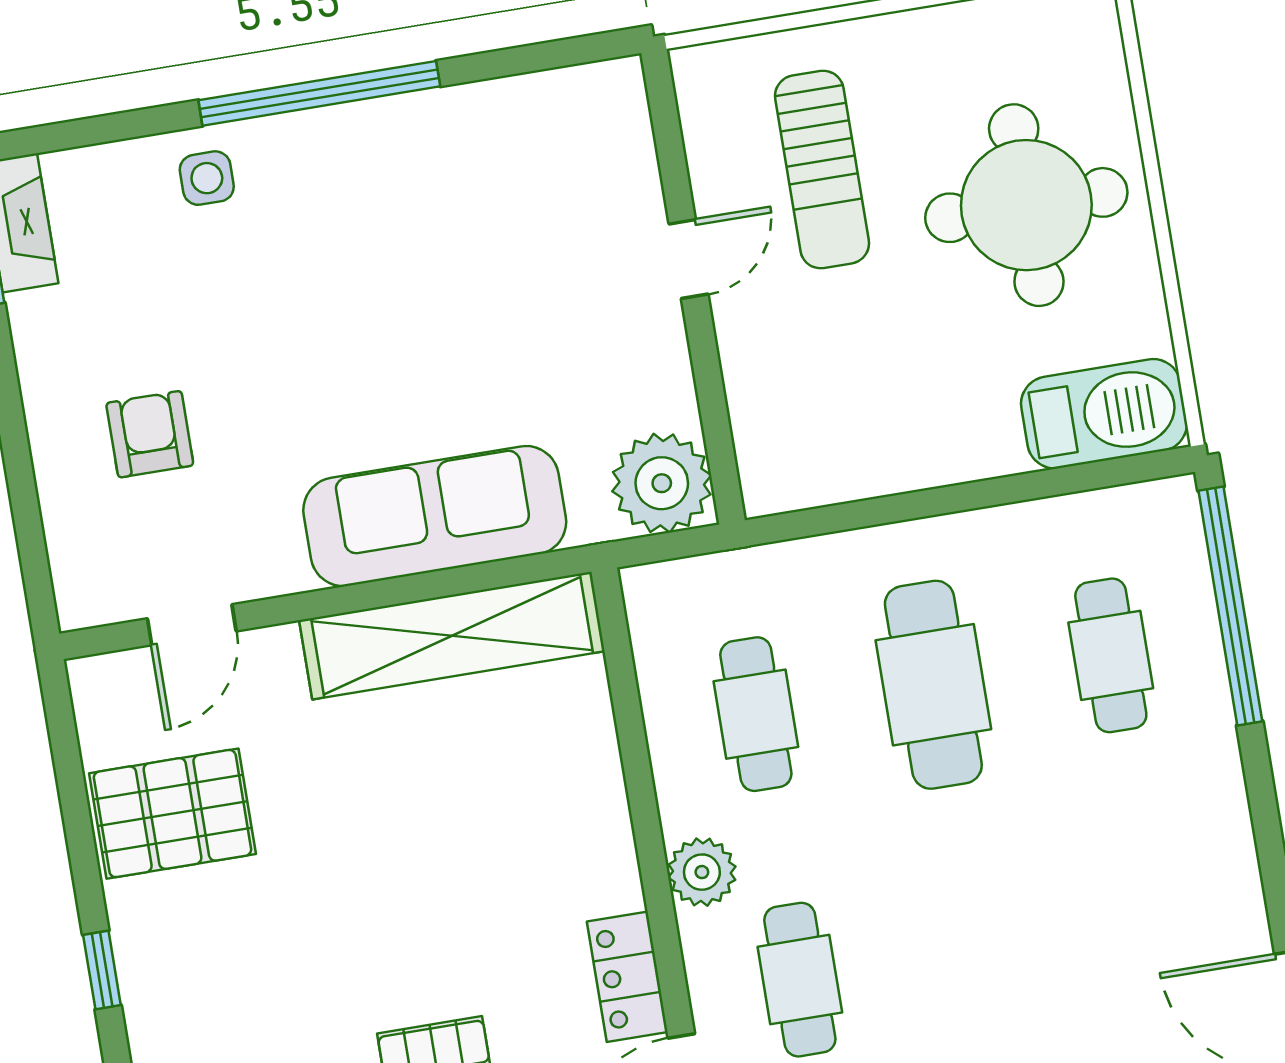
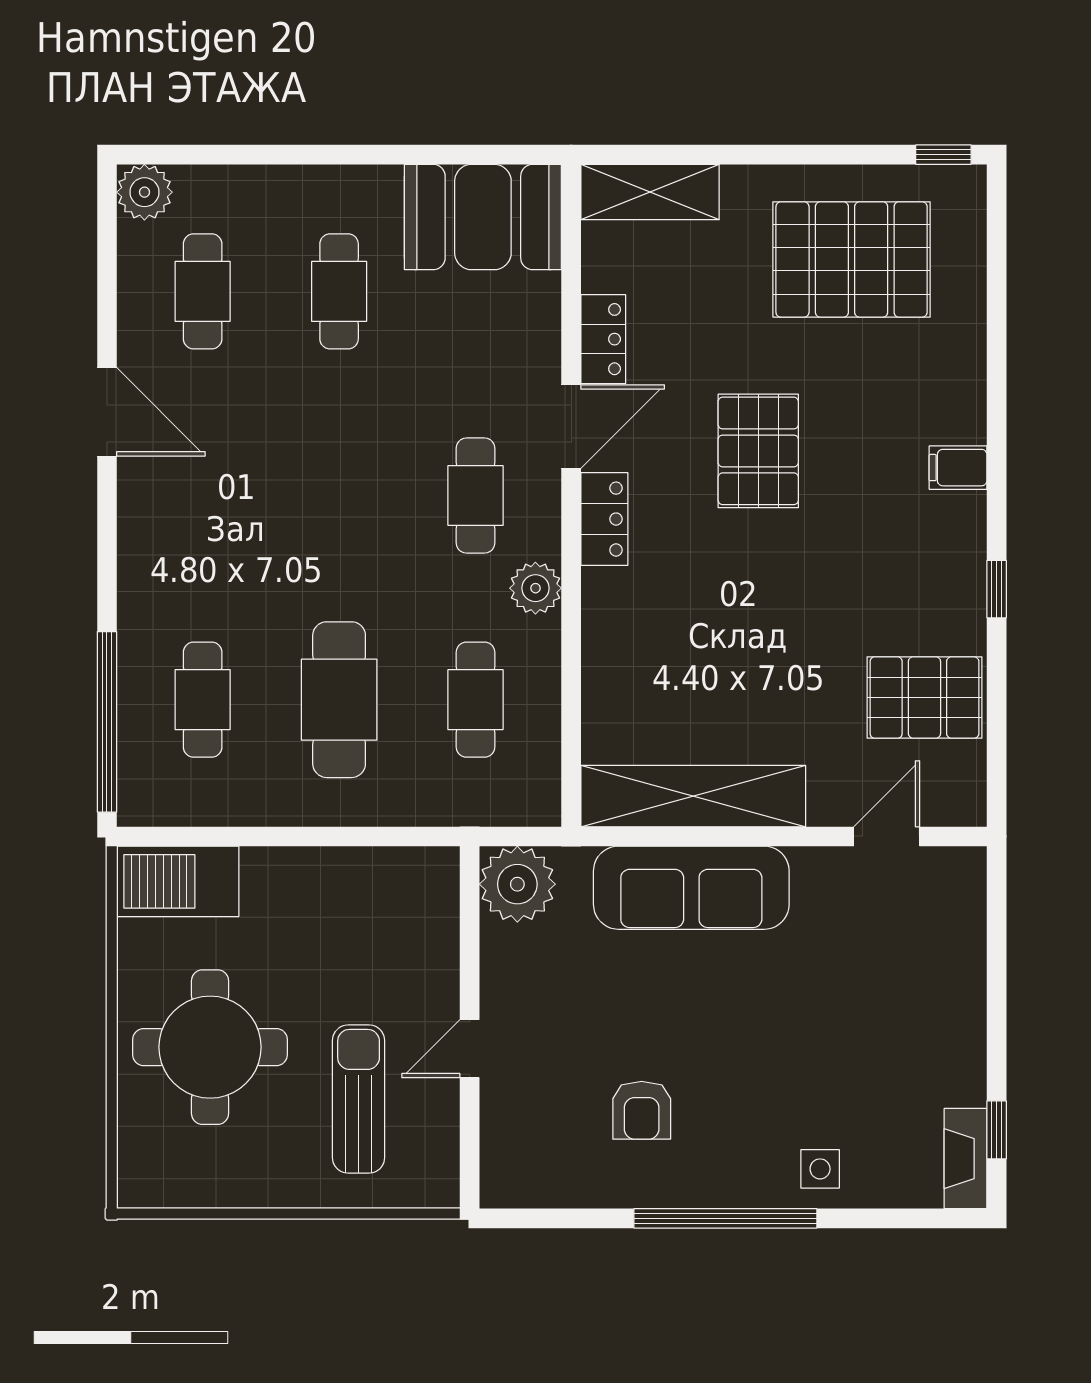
armchair: (150, 434) -> (642, 1110), moved

